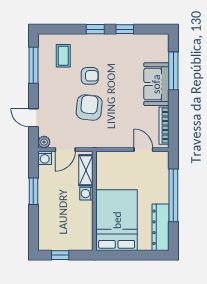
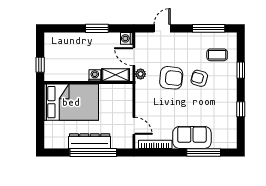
window: (95, 29) -> (241, 70), moved
armchair: (90, 76) -> (199, 78), turned 106
plant: (44, 142) -> (141, 74), moved
door: (143, 150) -> (134, 126), hinge flipped
dresser: (160, 227) -> (90, 141), moved
window: (60, 255) -> (40, 65), moved

